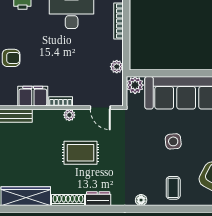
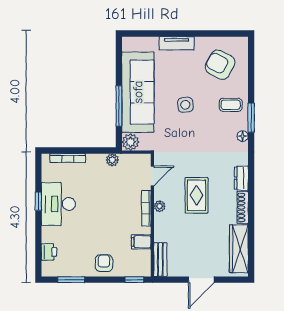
window: (172, 73) -> (119, 106), added
filing cabinet: (33, 96) -> (141, 242), width x0.50
bookcase: (61, 101) -> (146, 208), width x1.56
window: (160, 209) -> (251, 118), added

